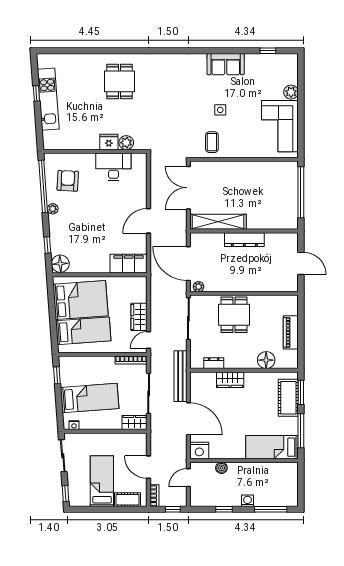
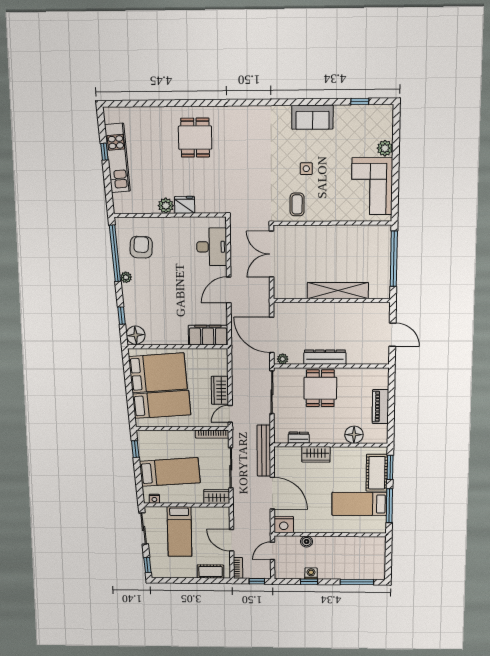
plant: (126, 143) -> (166, 206), moved
desk: (113, 167) -> (212, 247), moved, turned 90
shelving: (218, 222) -> (338, 291), moved
dresser: (244, 240) -> (325, 357), moved, turned 180
bed: (272, 447) -> (359, 504), moved
bed: (102, 481) -> (180, 532), moved, turned 180
washing machine: (247, 501) -> (311, 573), moved

